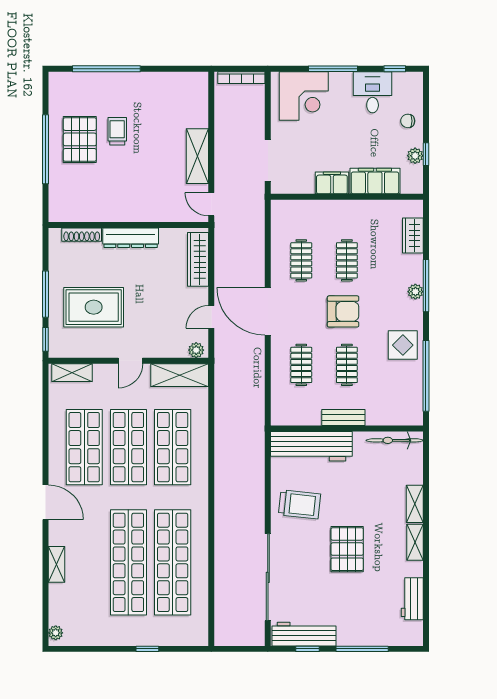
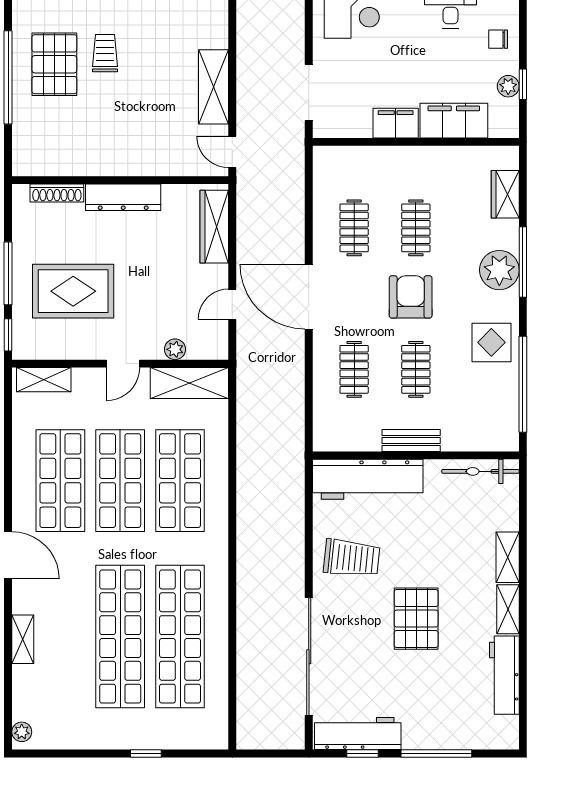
plant: (415, 292) -> (499, 270), width x1.87, depth x1.87
armchair: (343, 311) -> (411, 297), turned -90
plant: (196, 350) -> (175, 349), moved
workbench: (412, 599) -> (504, 675), width x1.38

